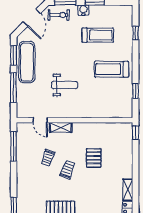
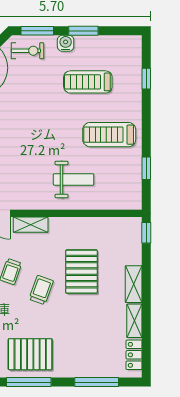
treadmill: (98, 35) -> (88, 82), turned 180
weight bench: (65, 85) -> (74, 179), moved
pallet: (94, 158) -> (82, 272), width x1.50, depth x1.42
shelving: (127, 166) -> (134, 284), added

